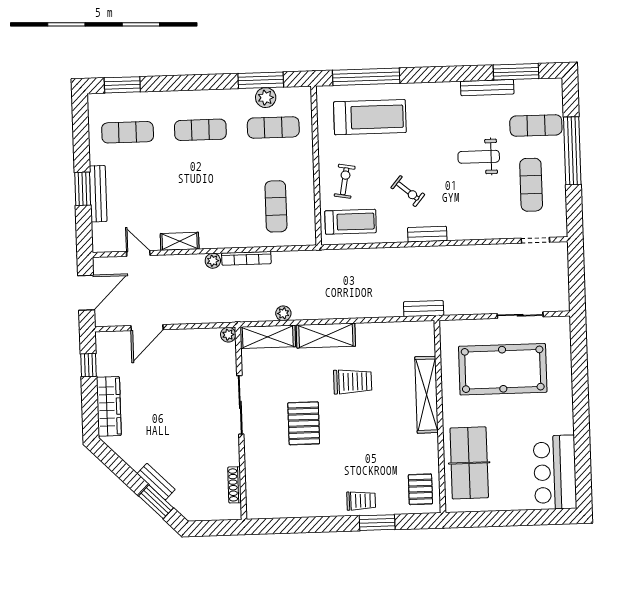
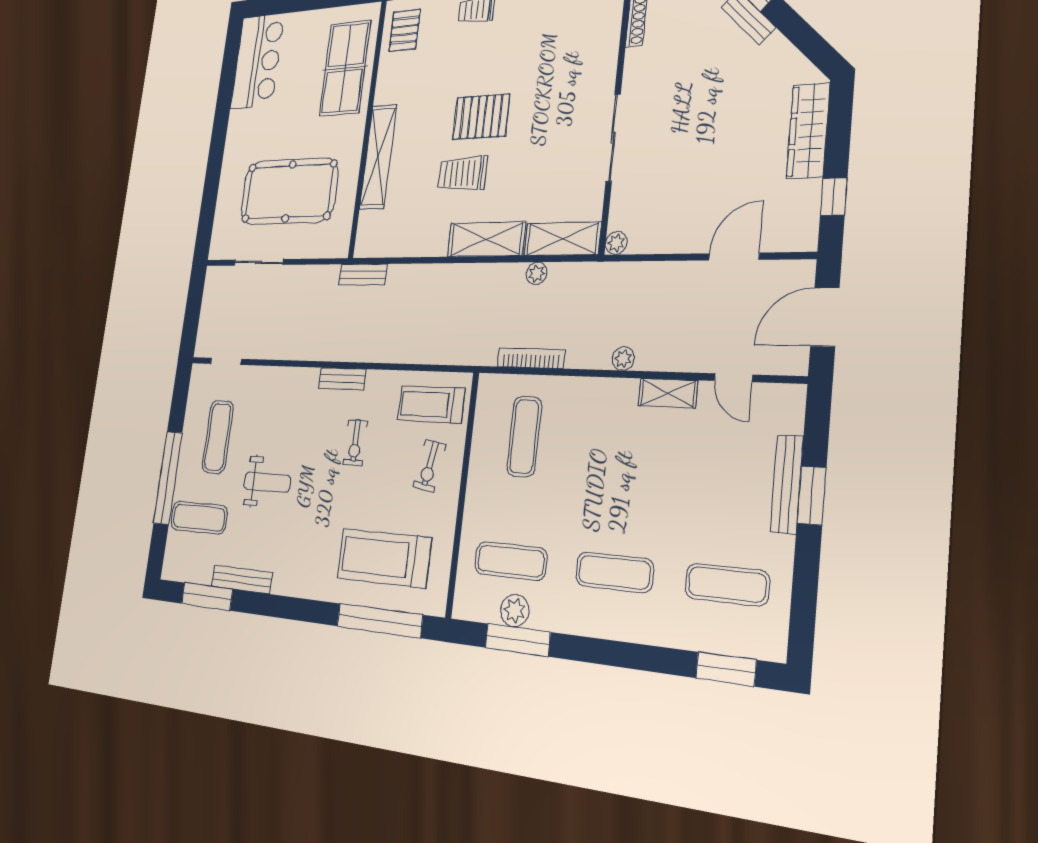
exercise bike: (408, 191) -> (355, 443), turned -130
bookcase: (246, 258) -> (531, 358), moved
pallet: (304, 423) -> (481, 117), moved, turned 90

